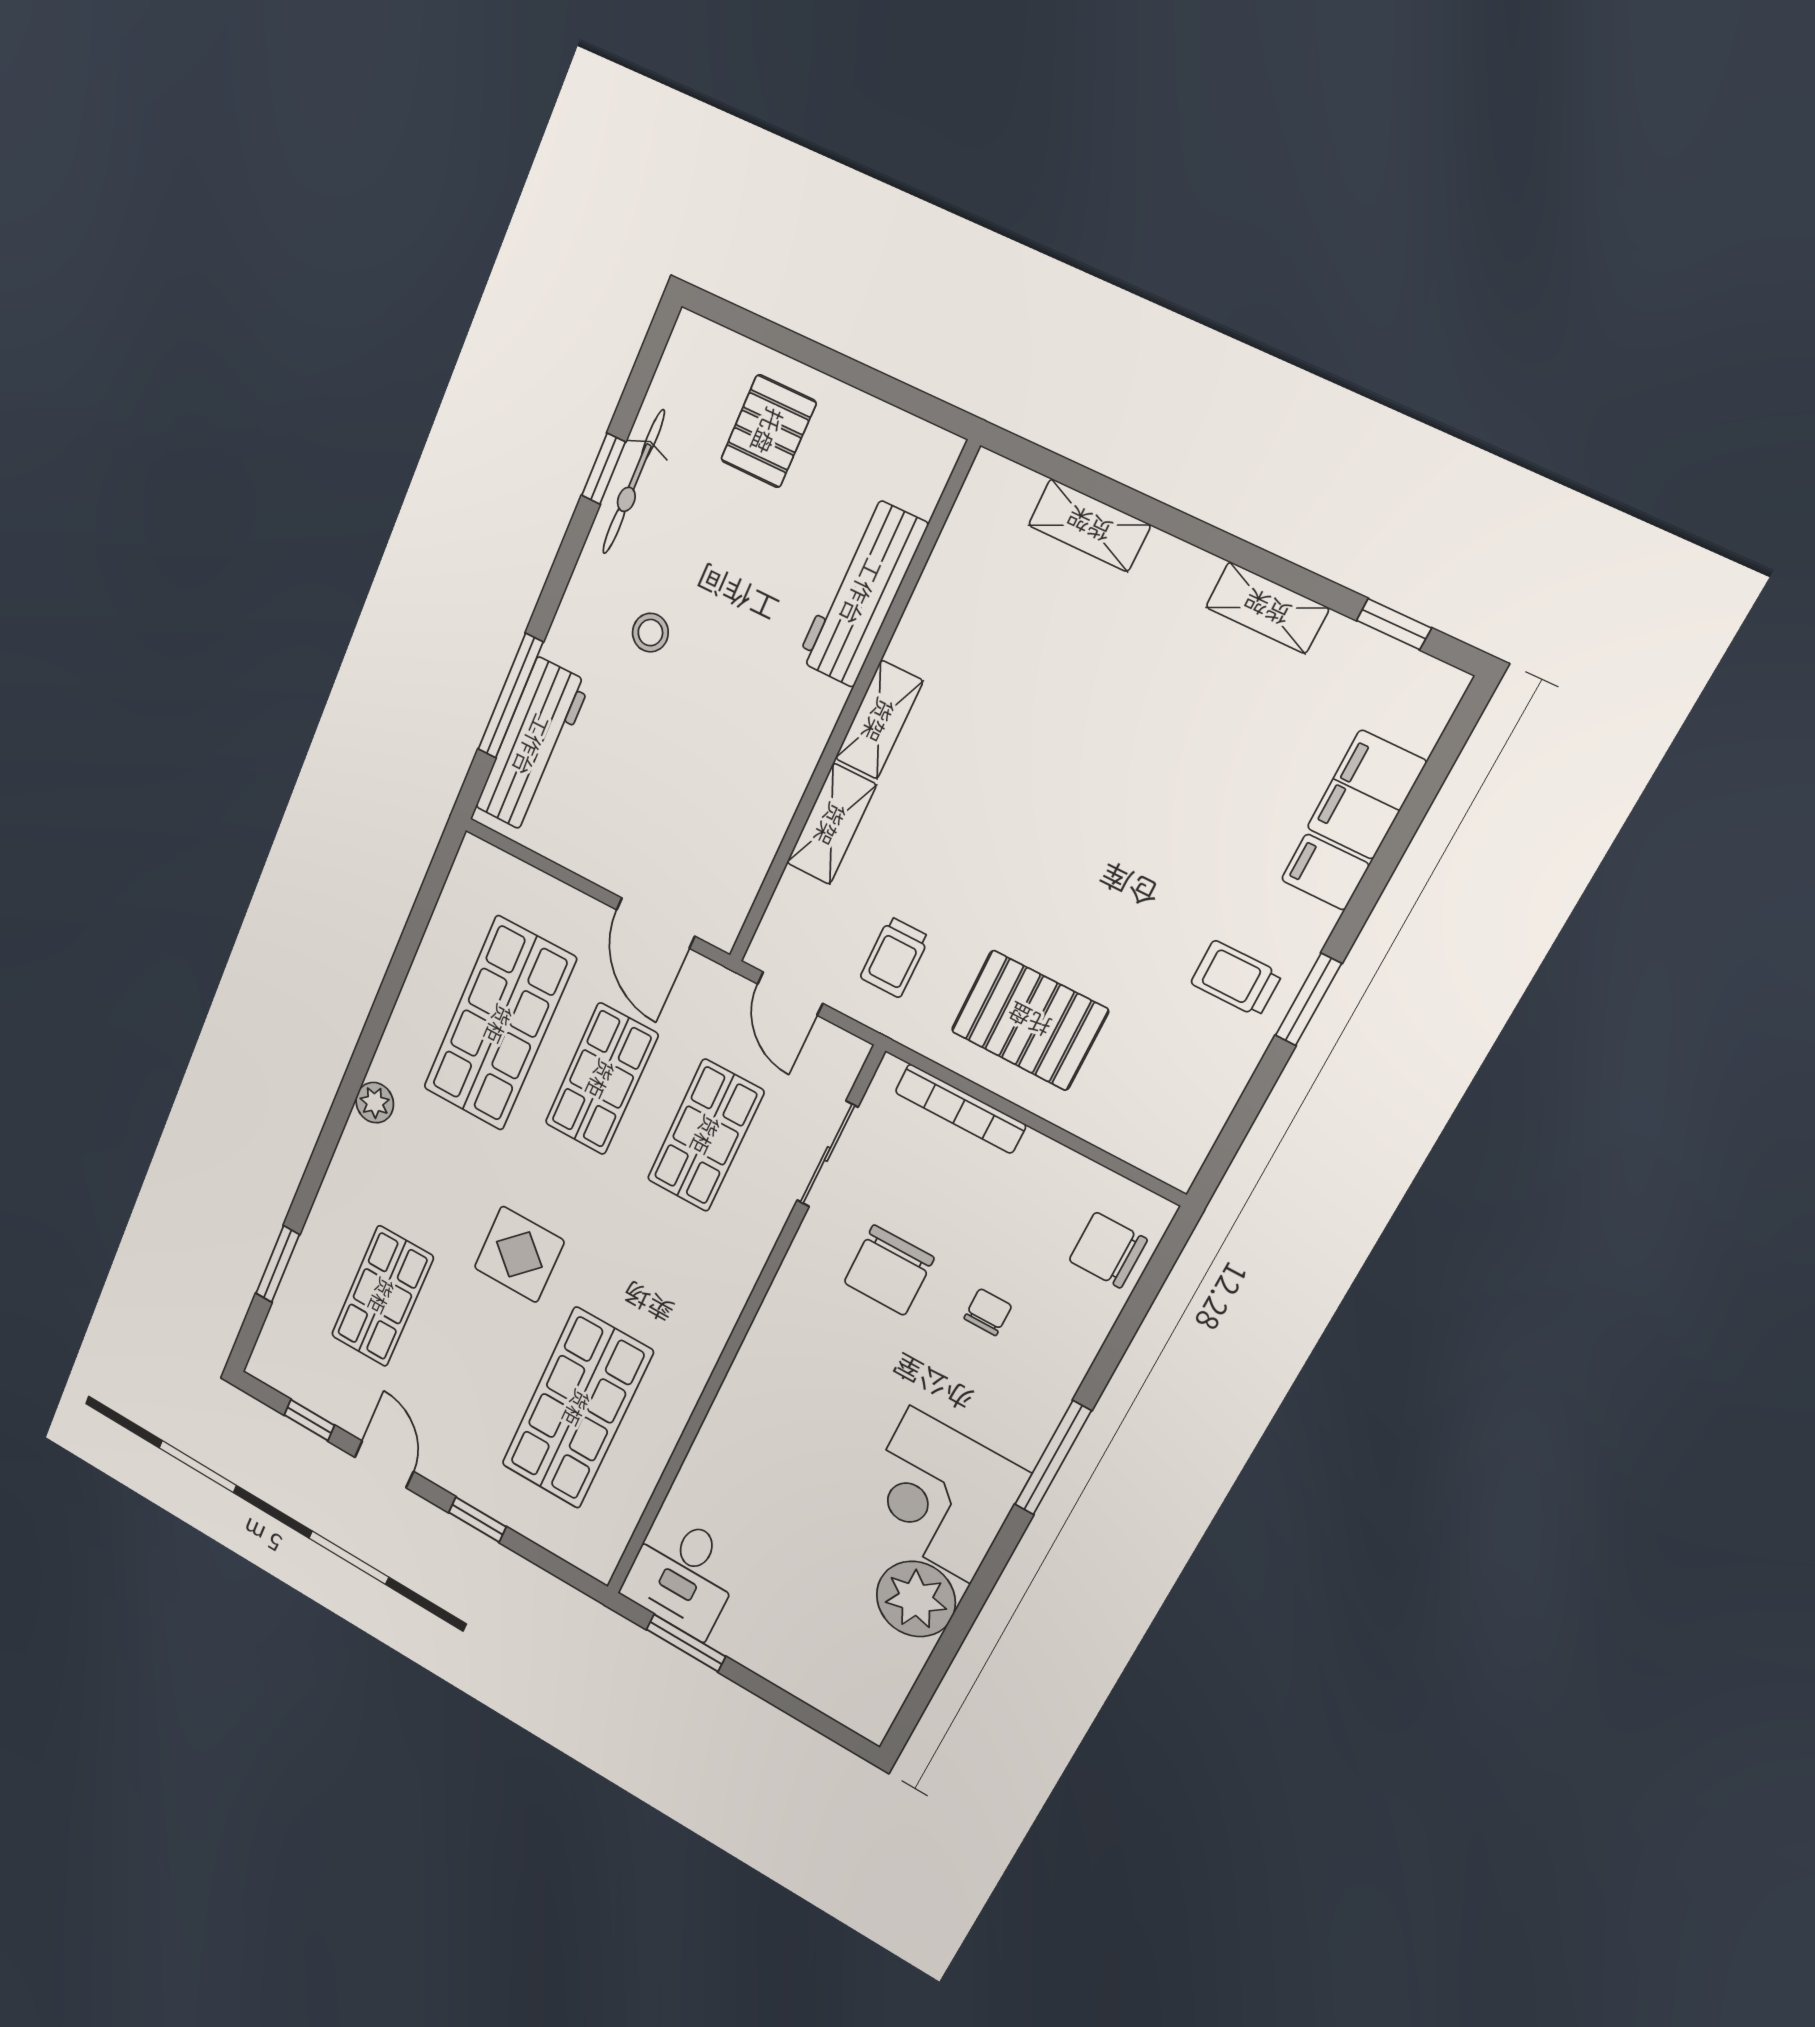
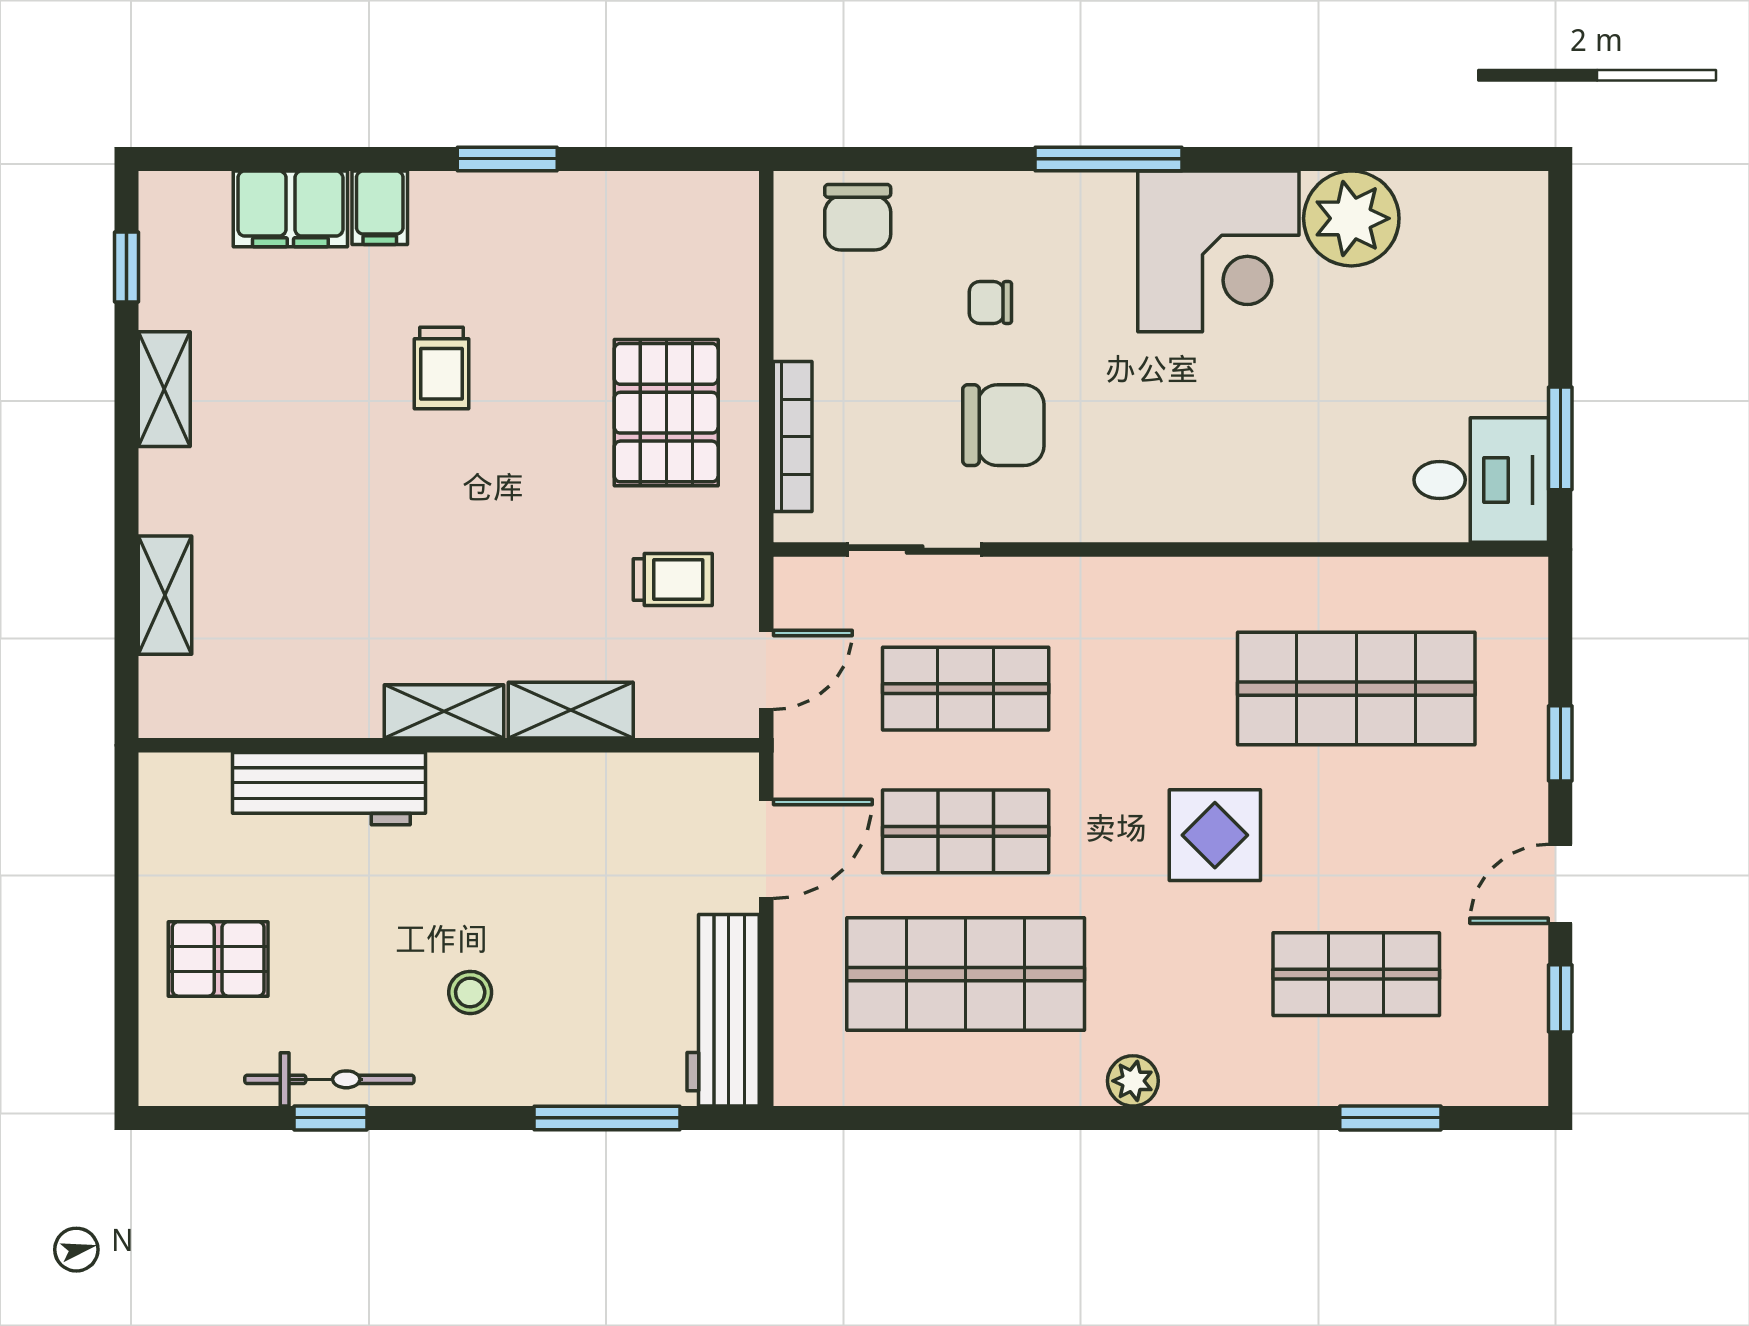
workbench: (532, 745) -> (723, 1010), moved, turned -90
trolley: (1236, 979) -> (442, 368), moved

